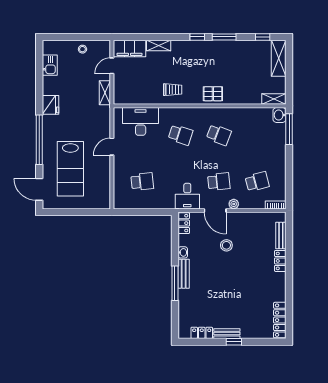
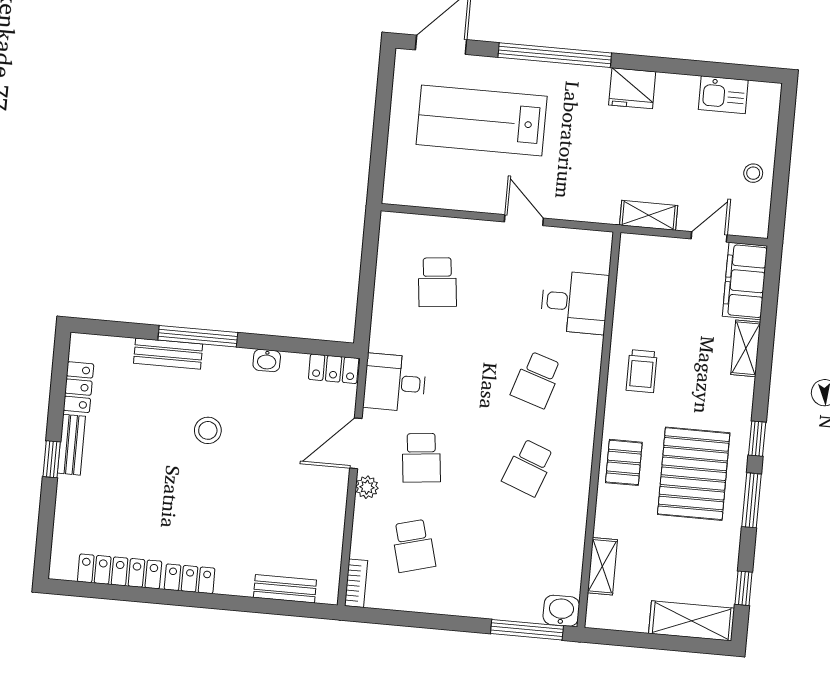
pallet: (215, 63) -> (694, 474), added
door: (112, 66) -> (709, 237), hinge flipped
shelving: (274, 99) -> (602, 566), moved
desk: (141, 121) -> (575, 302), width x0.73
stool: (226, 245) -> (208, 430), moved
locker: (280, 261) -> (190, 579), moved
bench: (184, 274) -> (168, 354), moved
locker: (280, 320) -> (120, 571), moved

